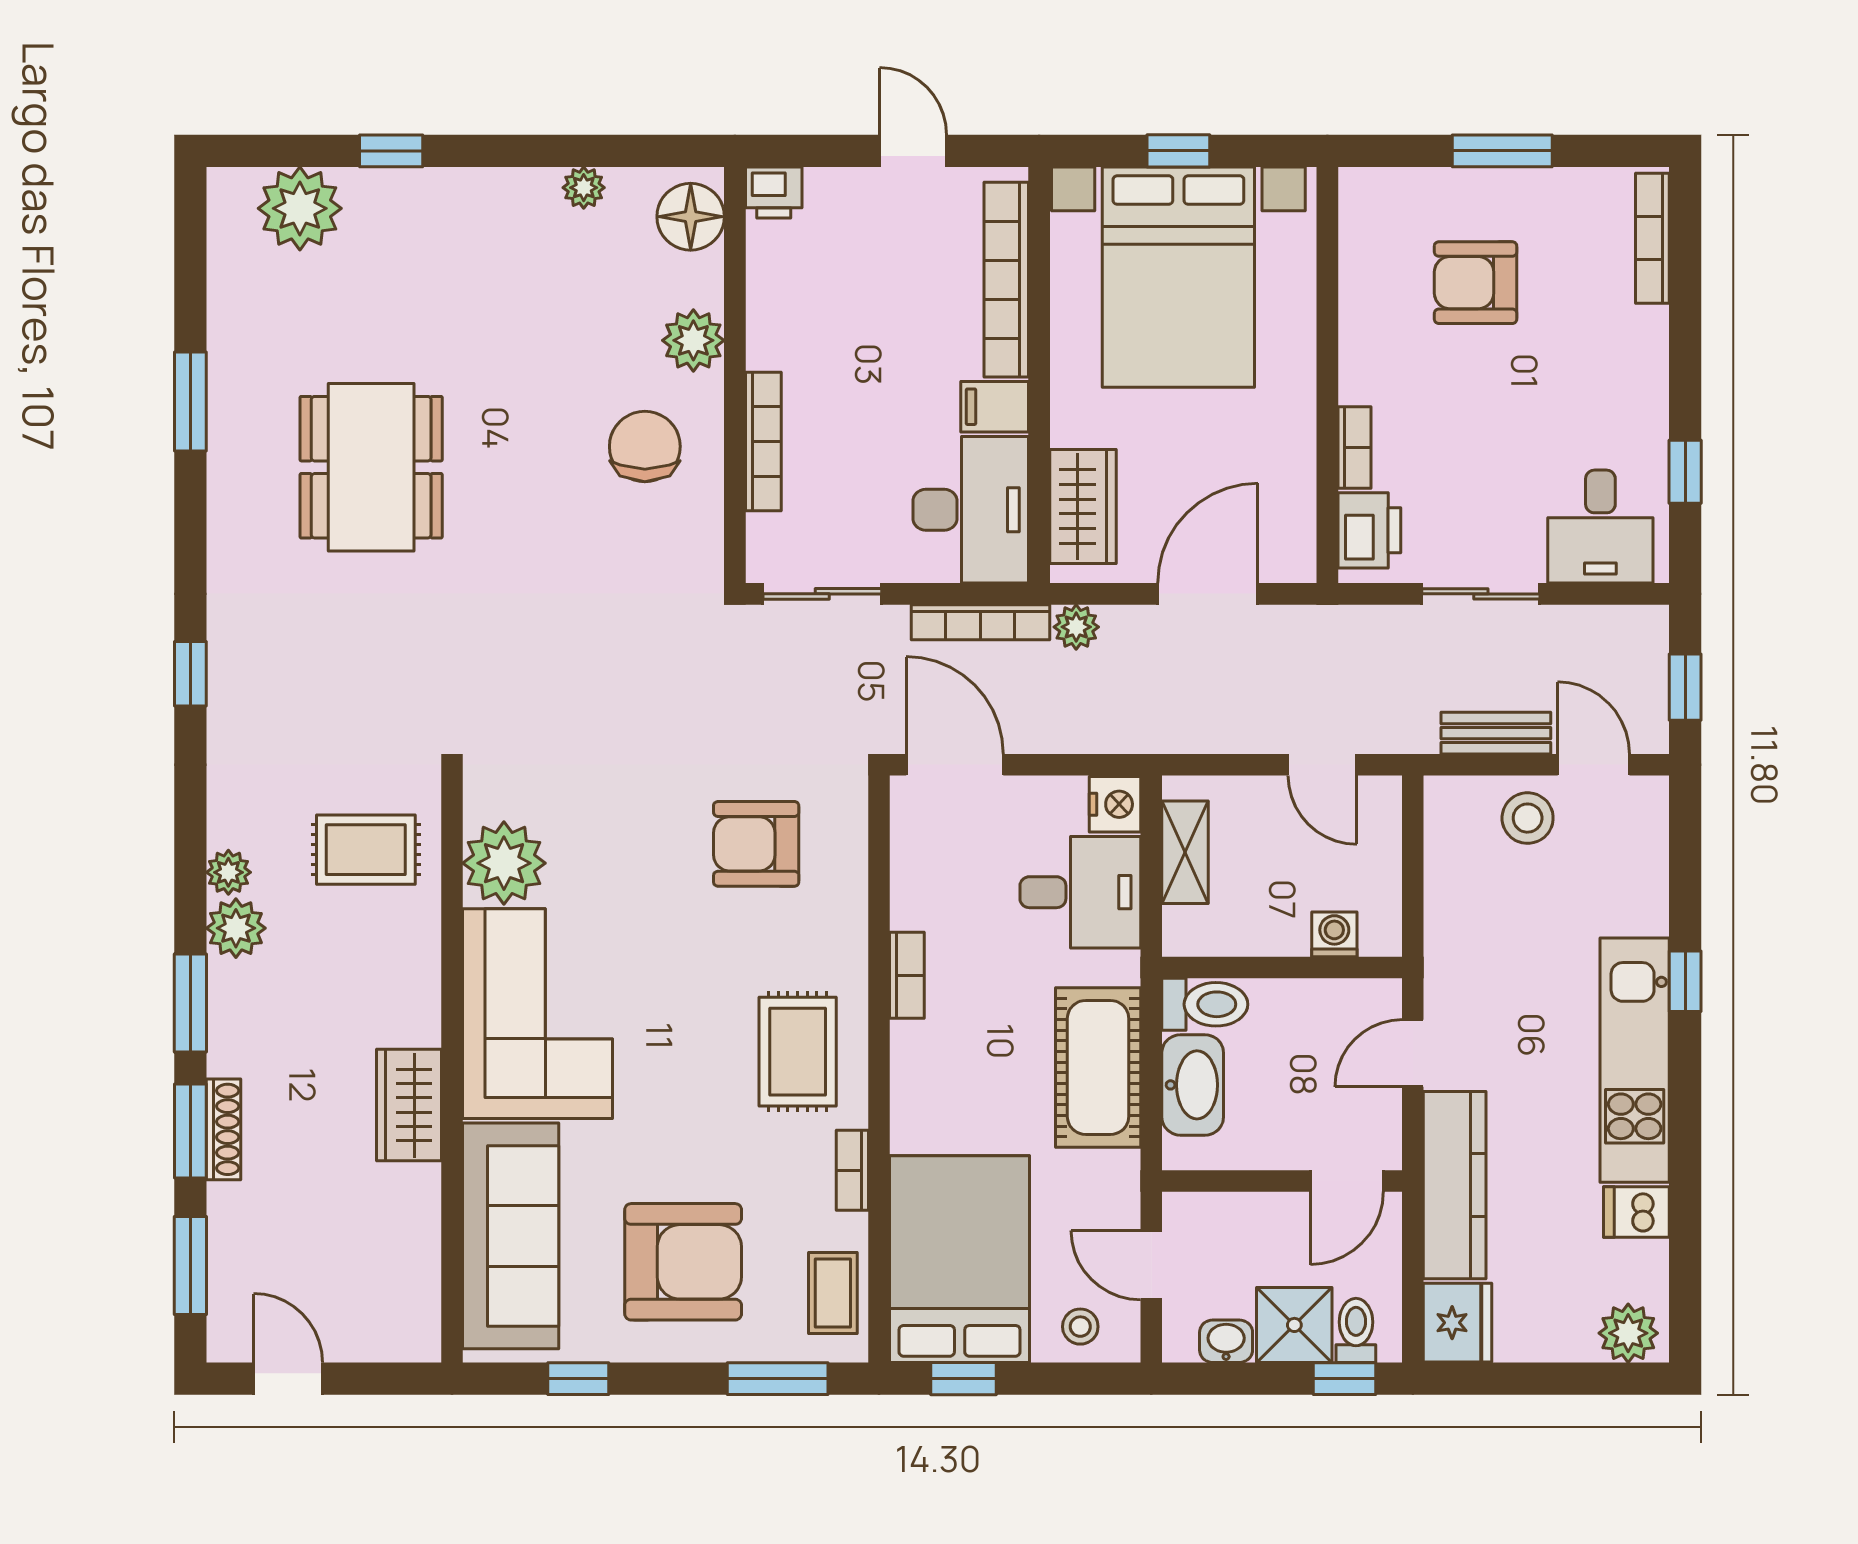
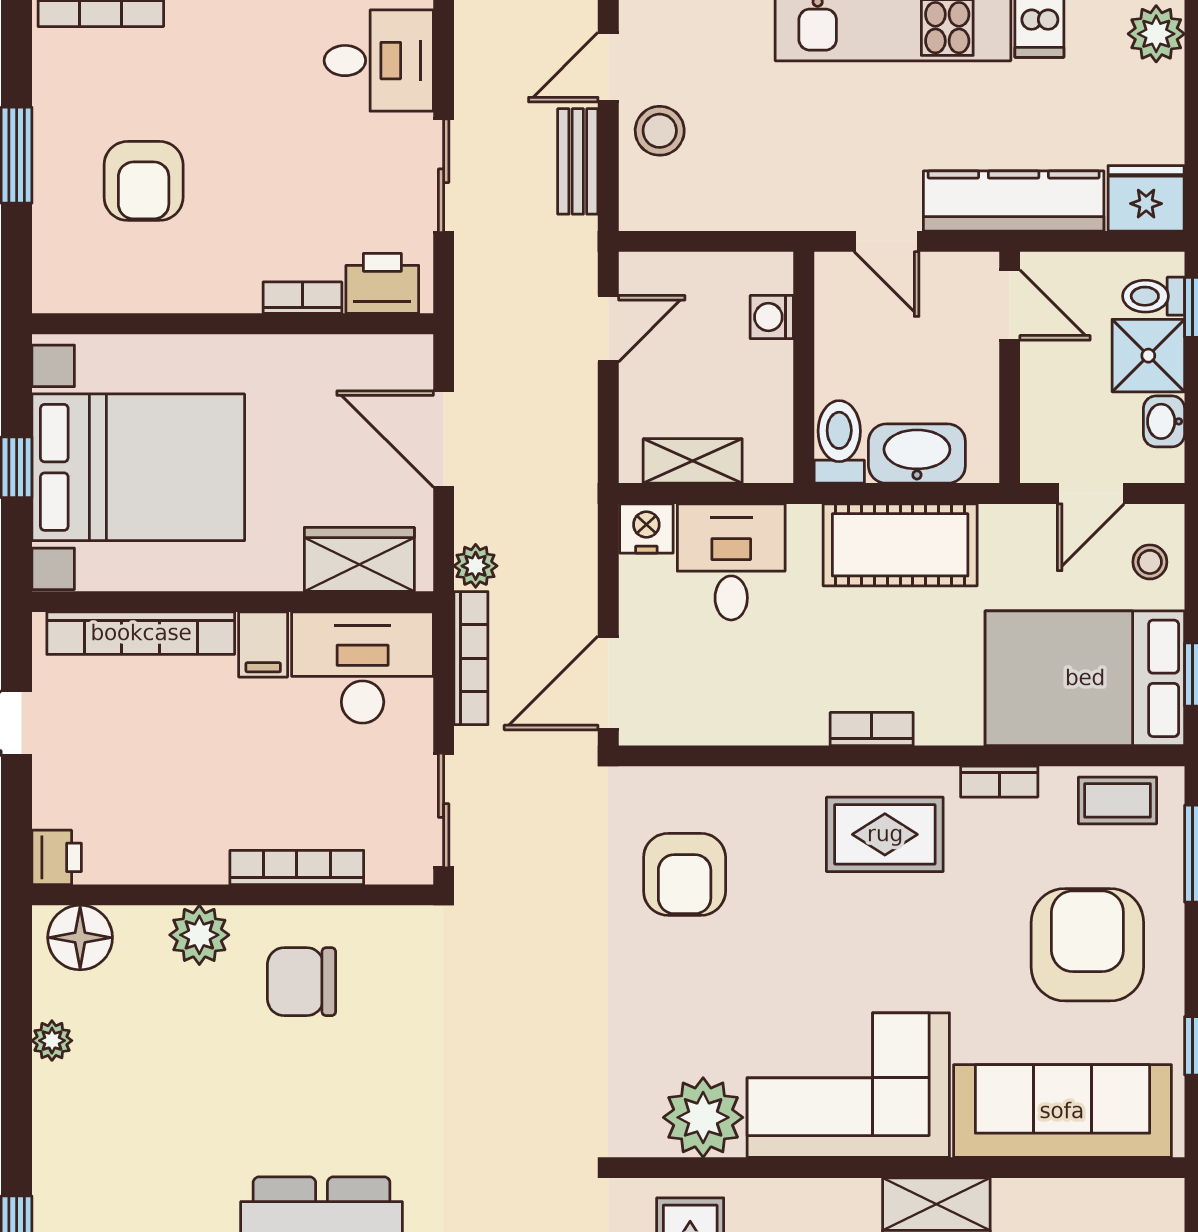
bookcase: (907, 975) -> (872, 729), moved

